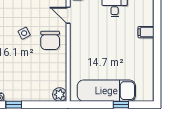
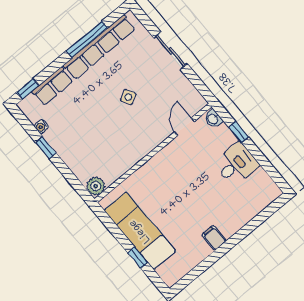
filing cabinet: (146, 32) -> (214, 238), moved
chair: (50, 40) -> (143, 130), removed

